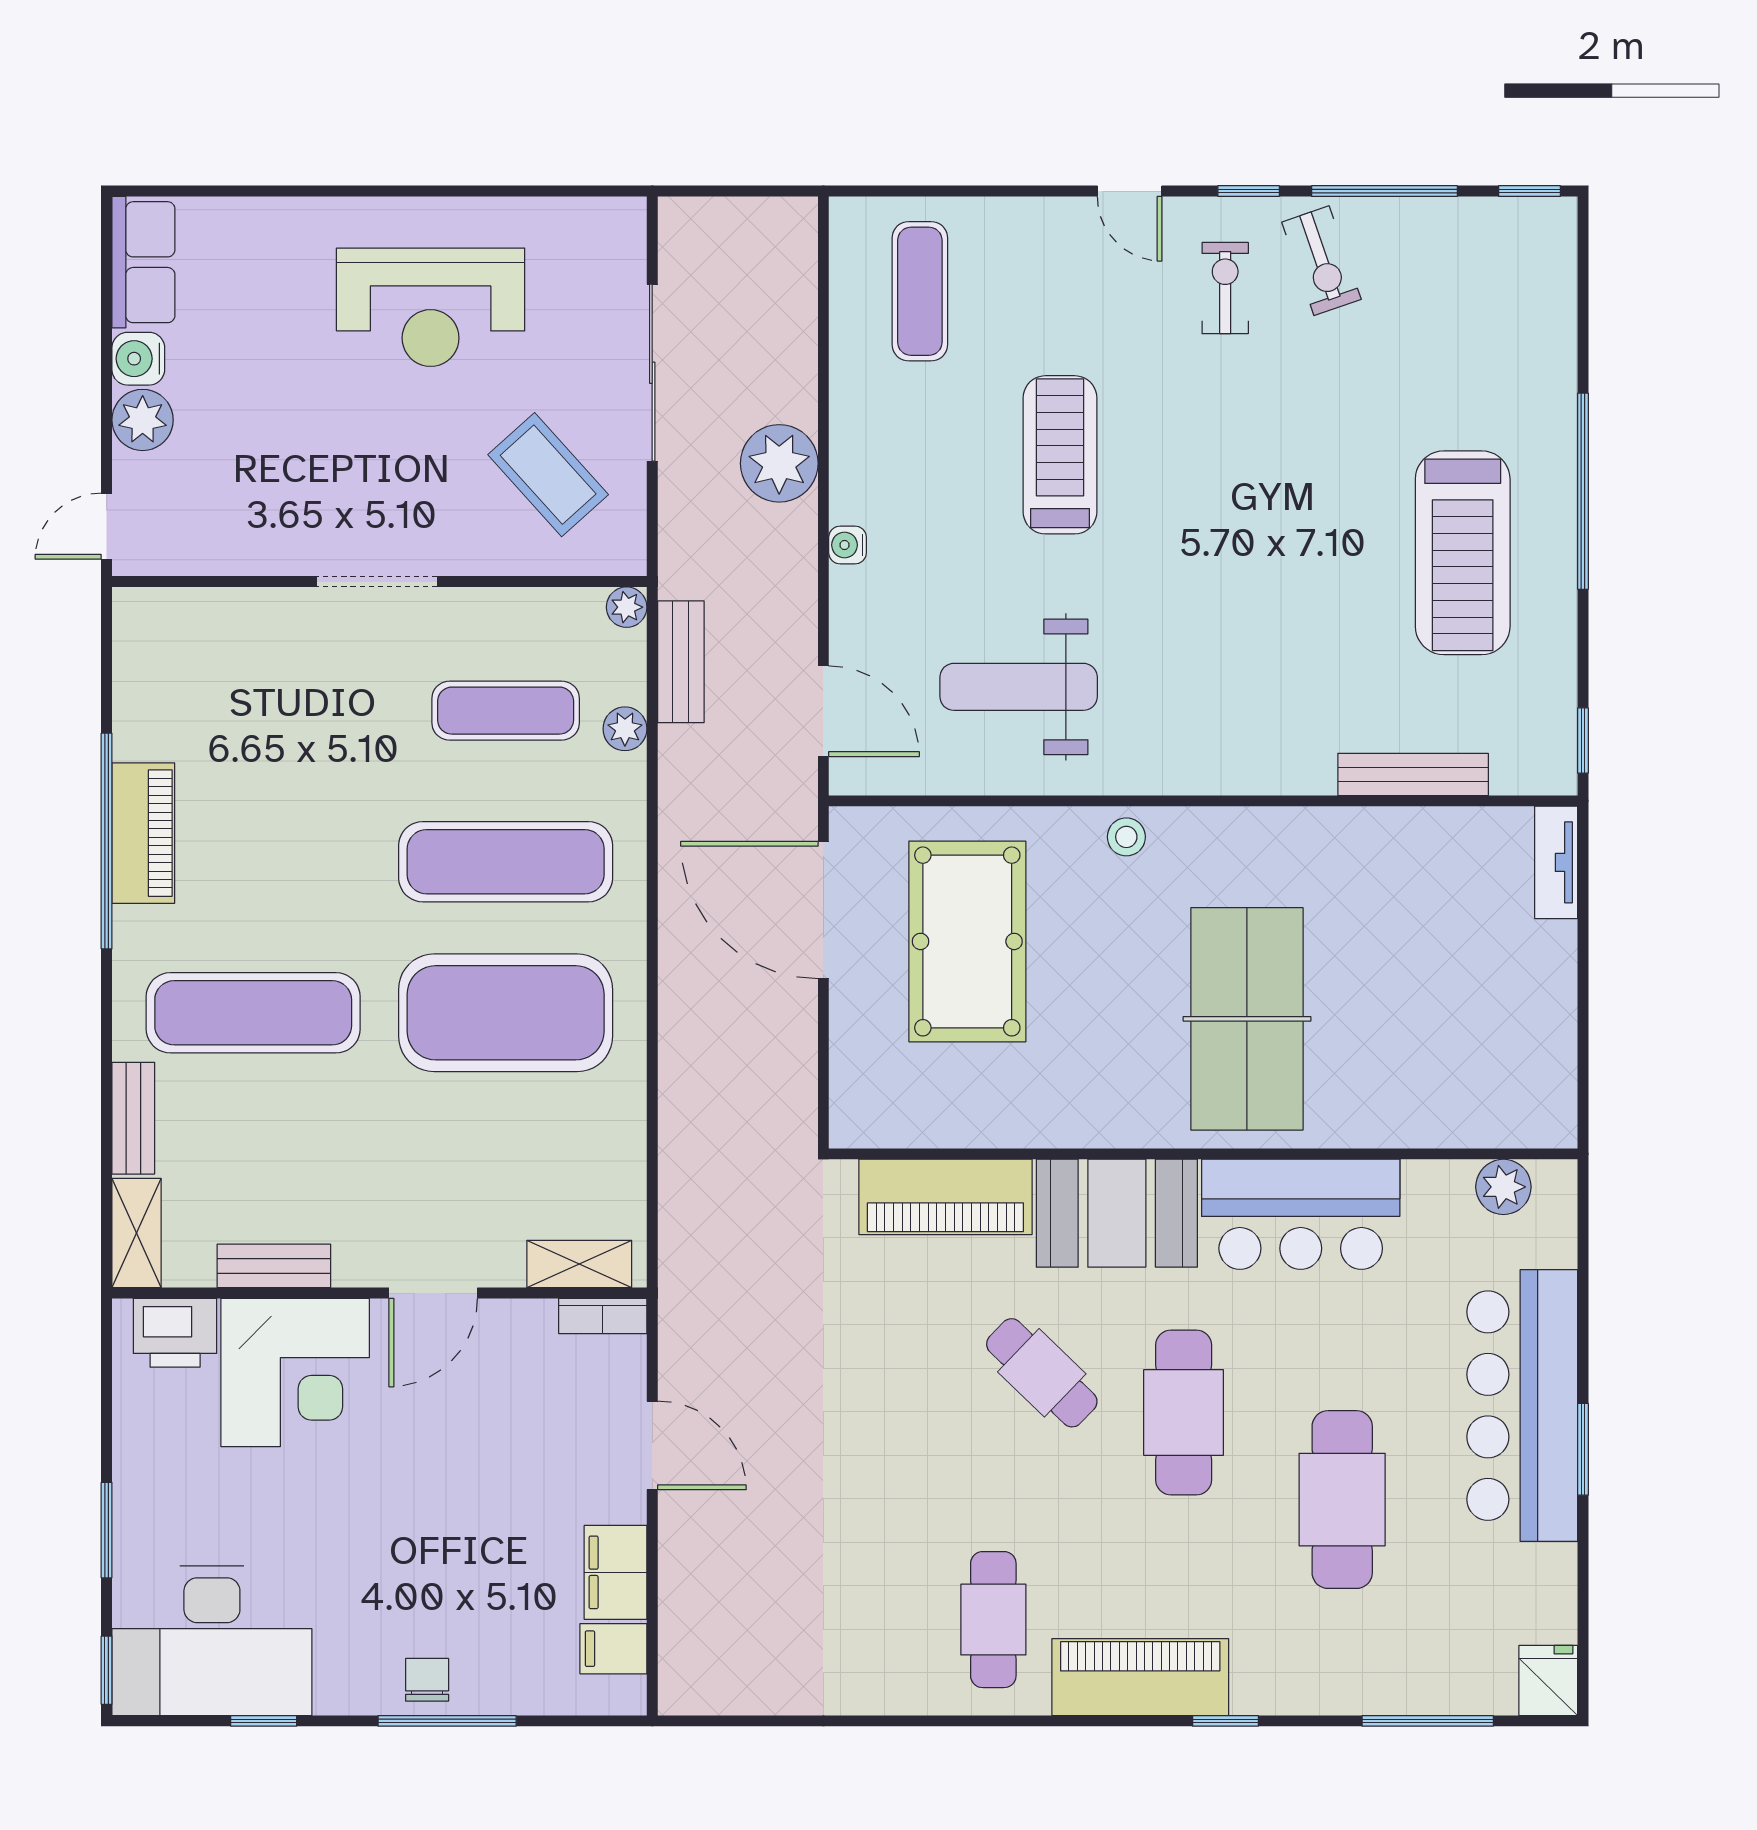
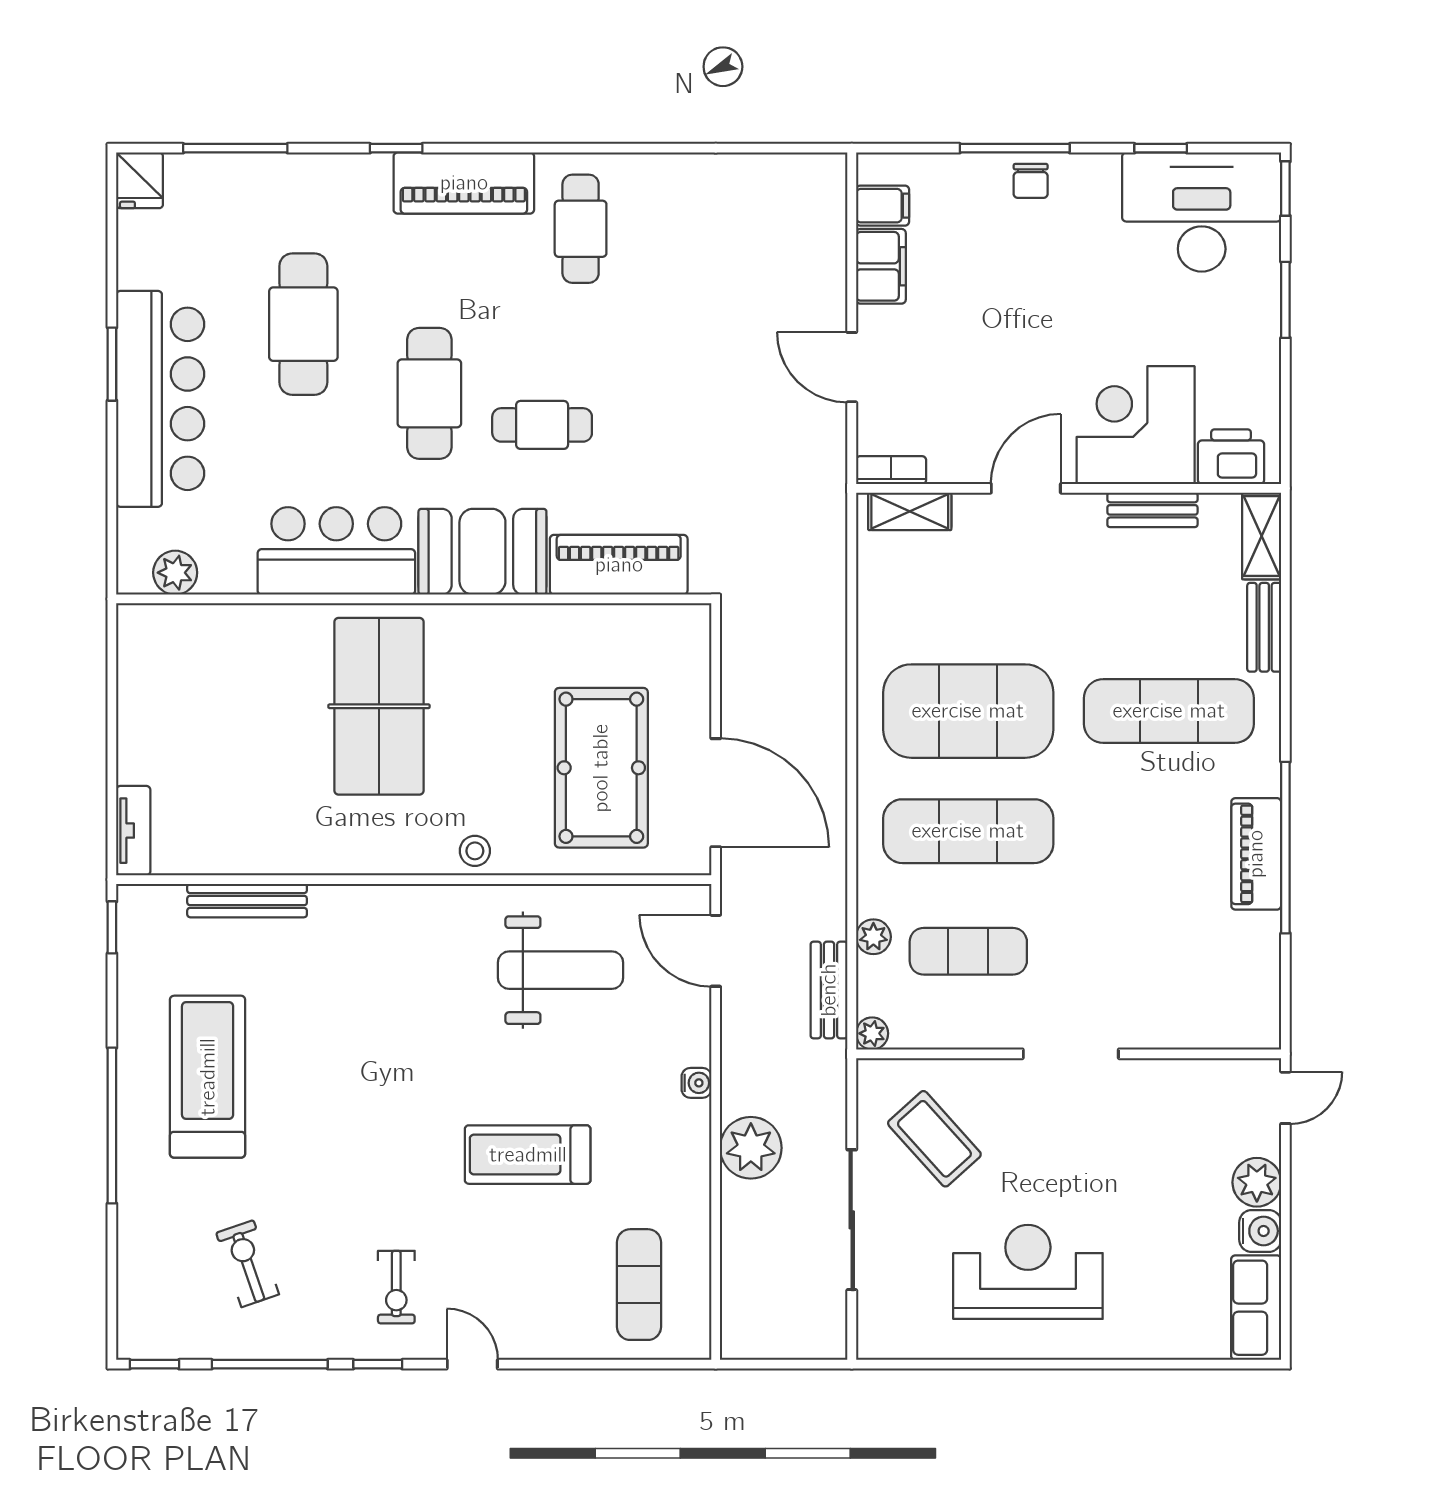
exercise bike: (1322, 261) -> (247, 1264), moved
treadmill: (1060, 455) -> (528, 1155), turned 90
cafe table: (1042, 1373) -> (542, 425), turned -44

